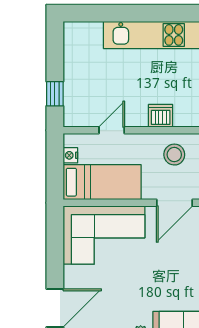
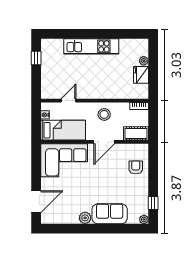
window: (55, 94) -> (36, 58), moved
dishwasher: (161, 116) -> (96, 92), removed

